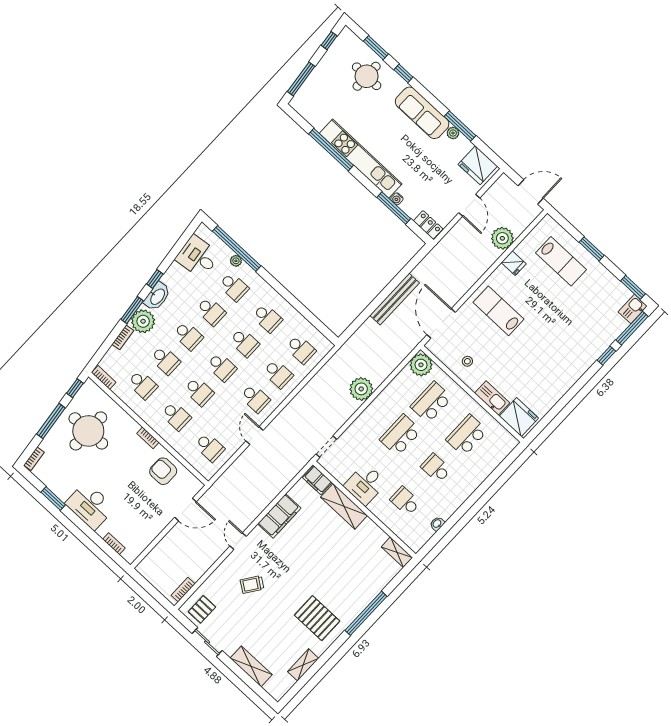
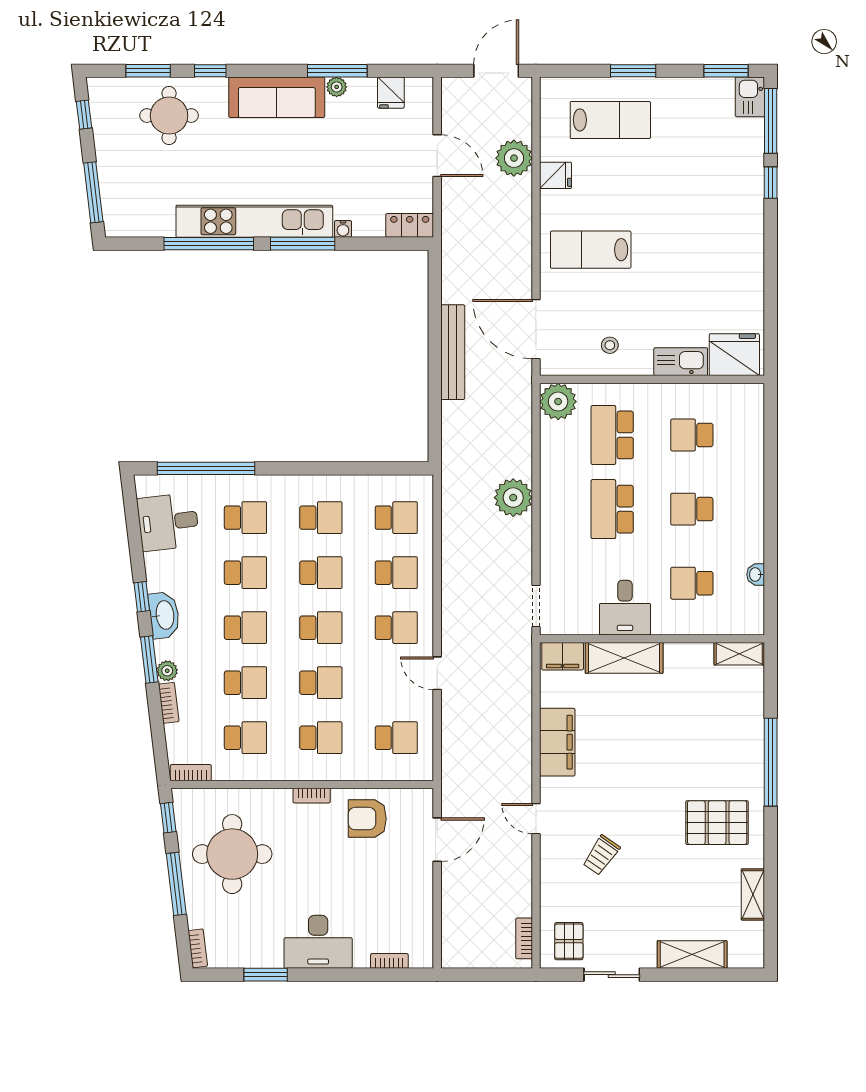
fridge: (478, 165) -> (391, 93), width x0.53, depth x0.75
window: (394, 208) -> (303, 244), moved
plant: (236, 261) -> (219, 484), removed
plant: (143, 321) -> (167, 671), width x0.53, depth x0.53
school desk: (467, 435) -> (692, 435), width x0.54

